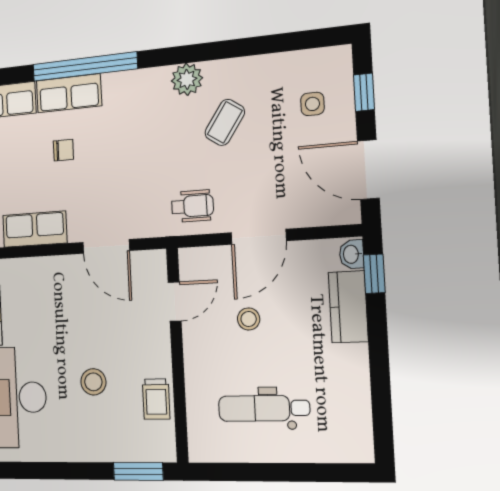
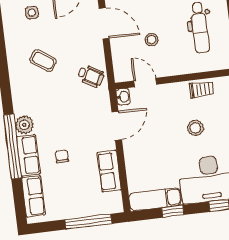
plant: (187, 79) -> (24, 125), moved
wheelchair: (192, 206) -> (91, 76), turned 119
door: (259, 237) -> (104, 23), moved
washbasin: (153, 261) -> (123, 97), added

